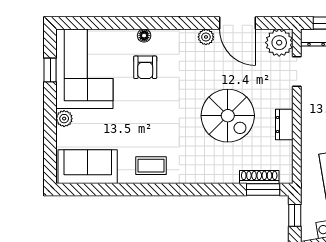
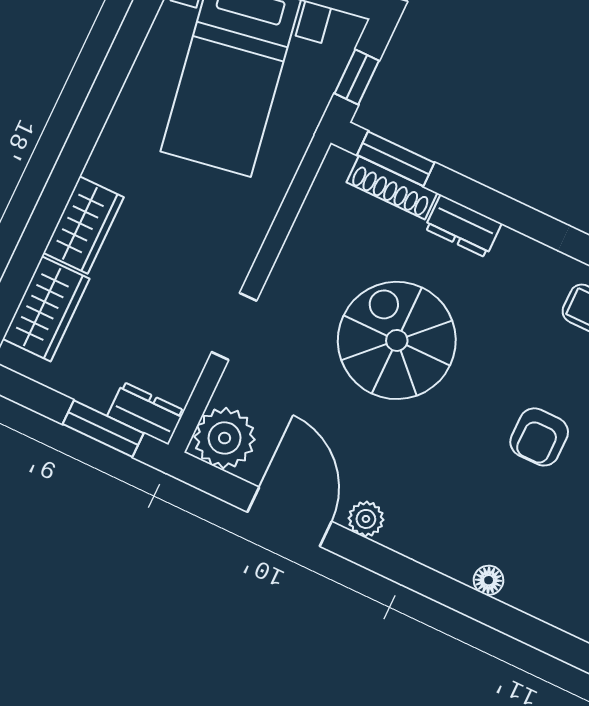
armchair: (145, 67) -> (539, 437), moved, turned 180
doorway: (297, 72) -> (234, 326), moved
dresser: (284, 124) -> (463, 226), moved, turned 90

